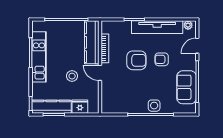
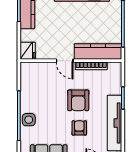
door: (100, 73) -> (65, 61), swing flipped
stool: (72, 76) -> (61, 30), removed
fridge: (80, 107) -> (28, 51), moved

